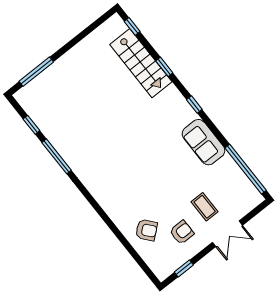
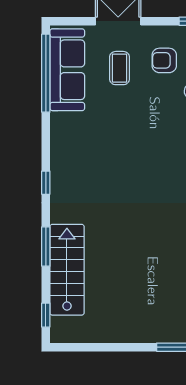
window: (164, 67) -> (46, 246), width x1.50
sofa: (203, 142) -> (67, 70), moved, width x1.36

